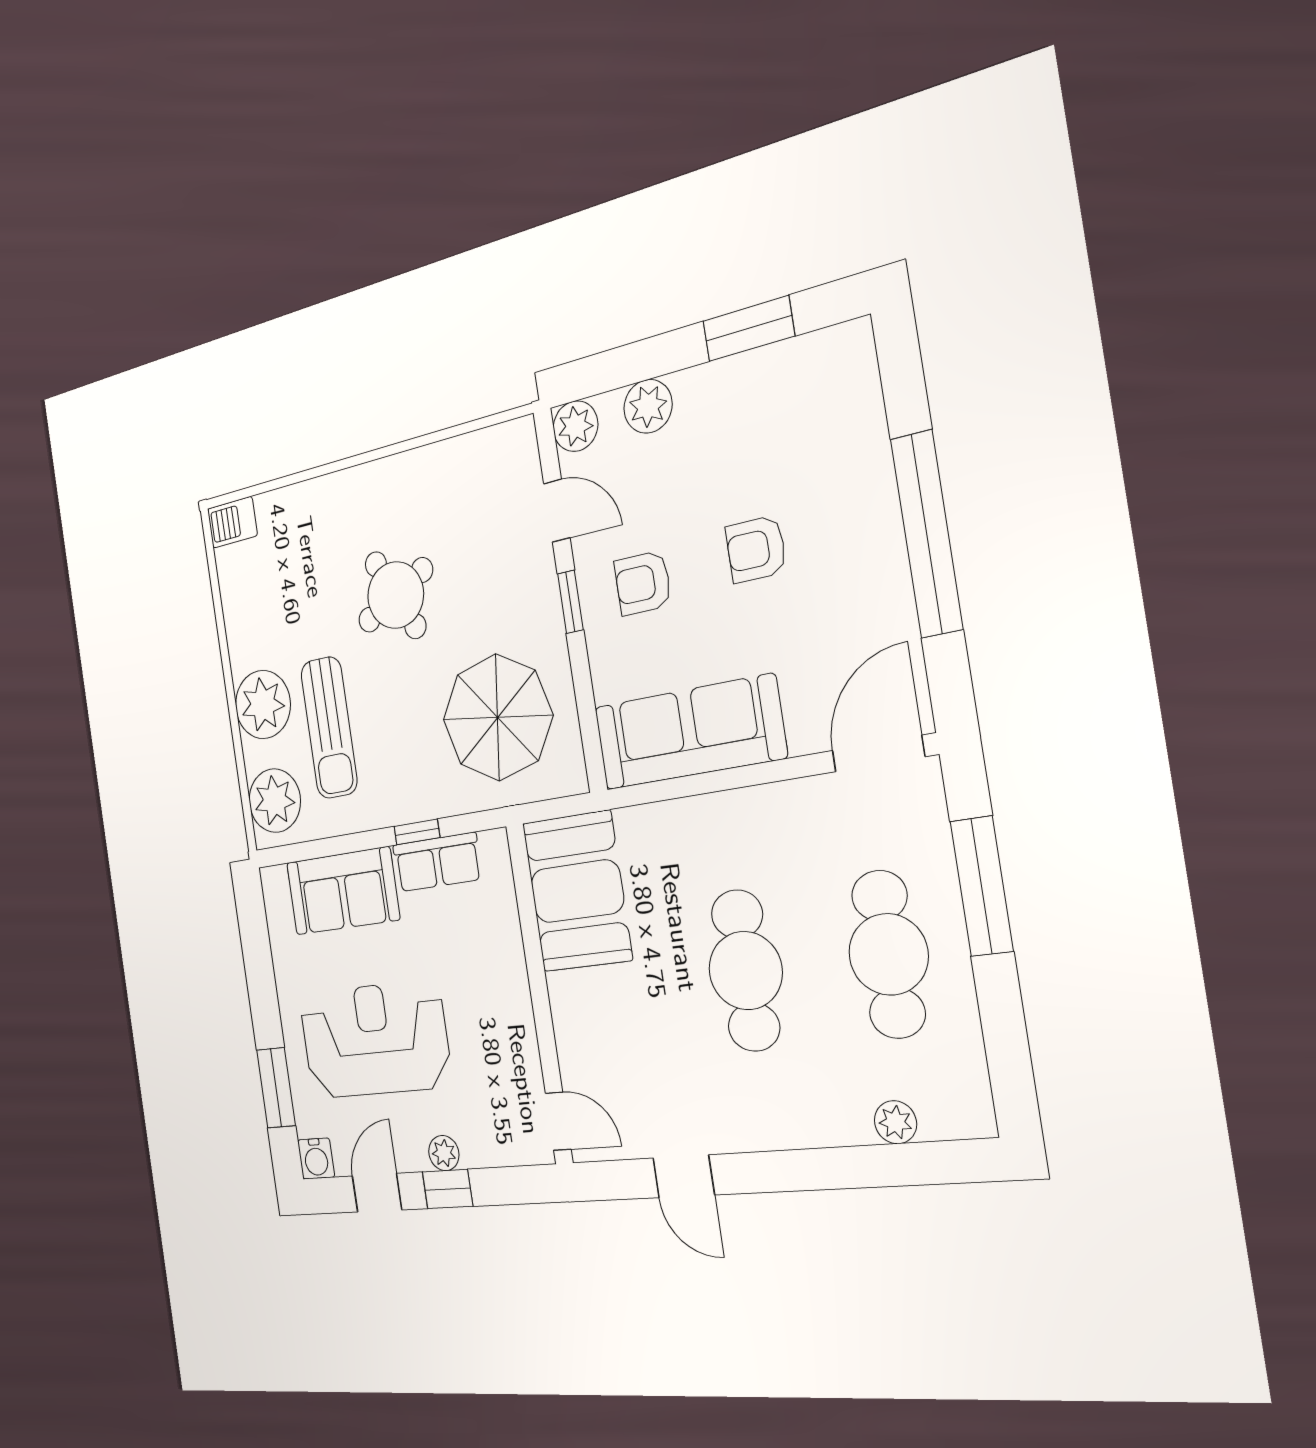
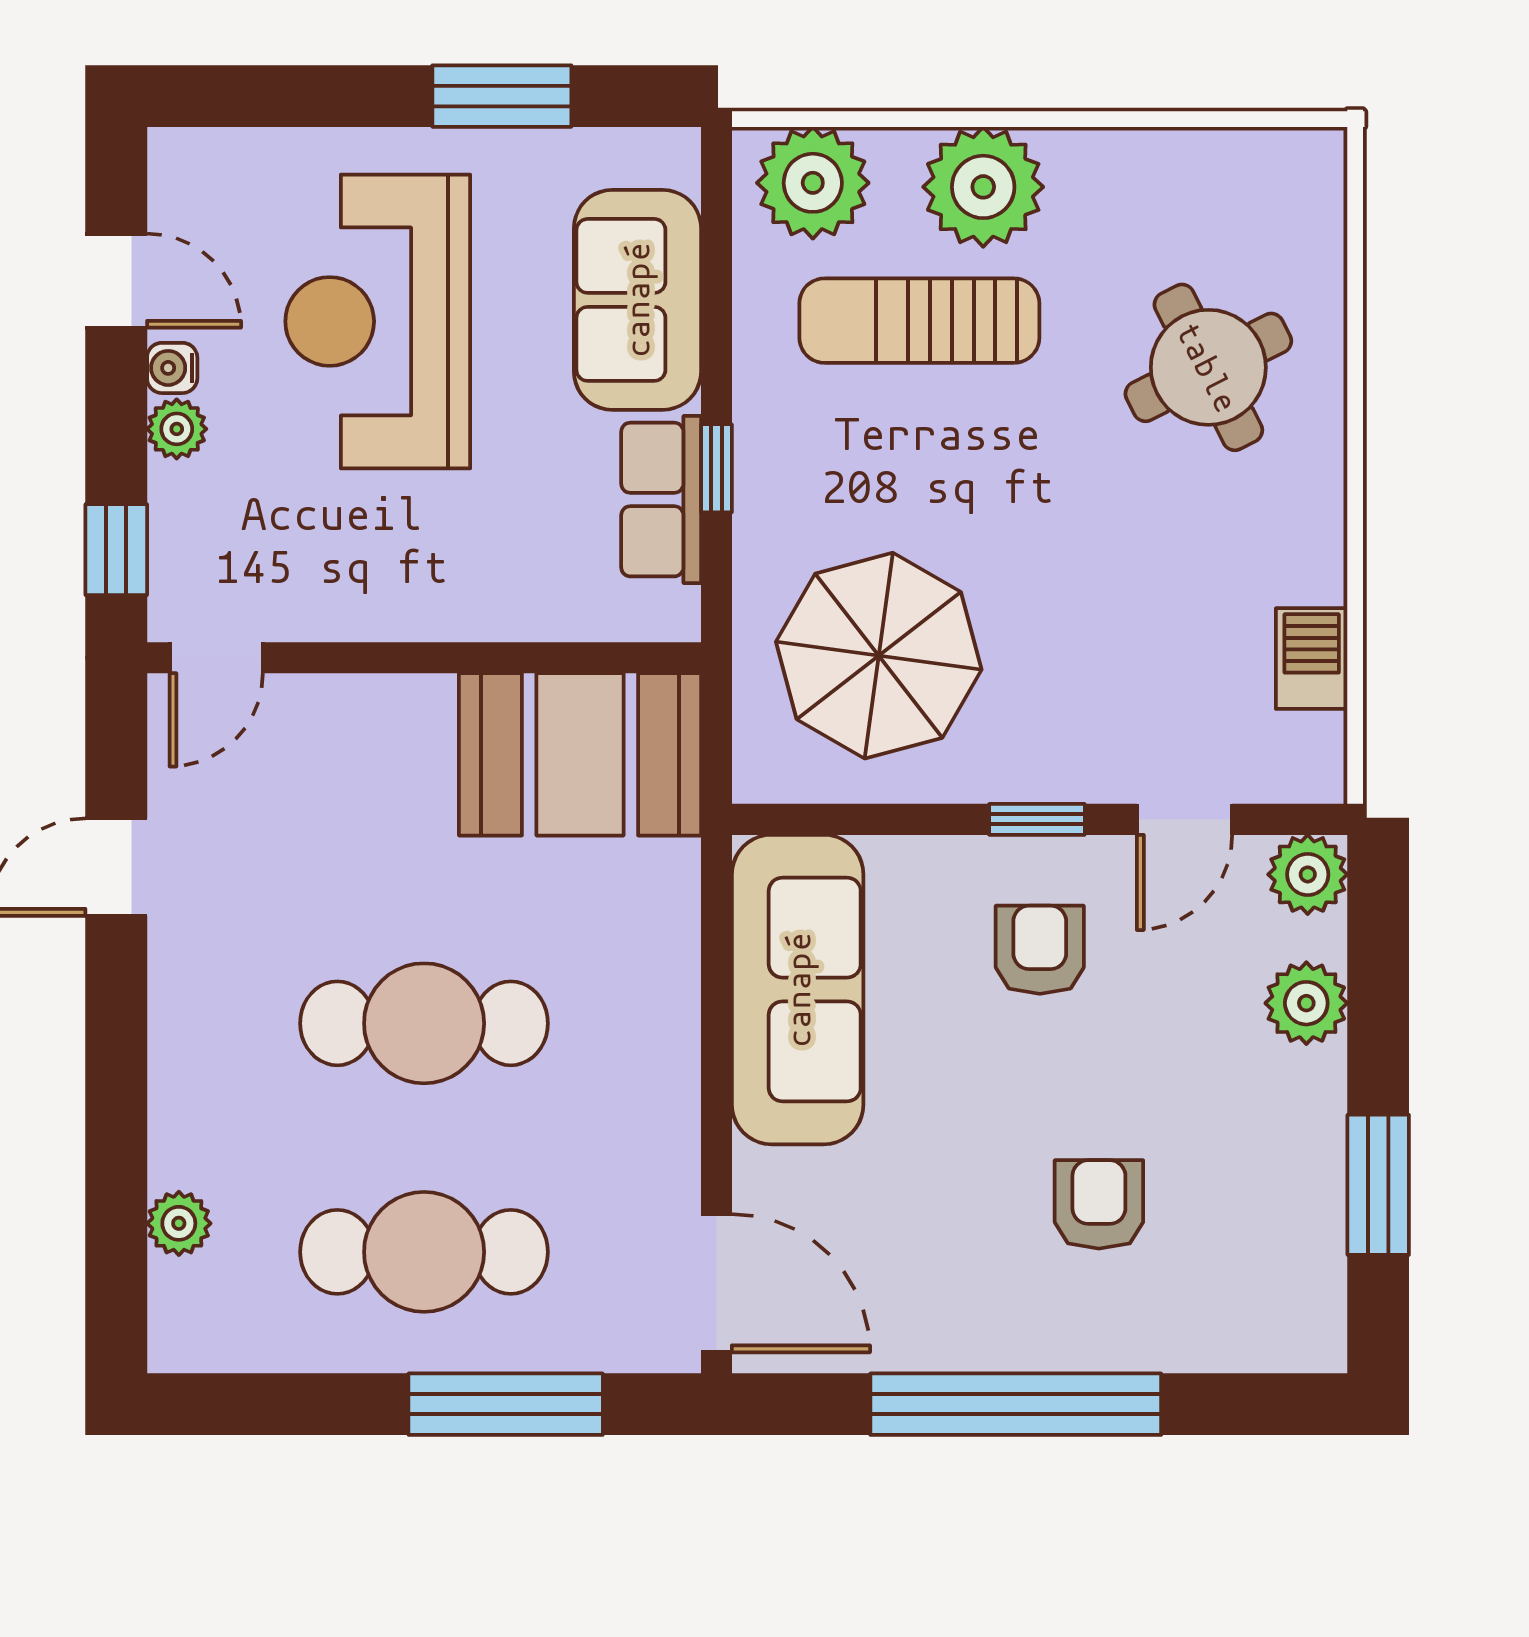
barbecue: (232, 522) -> (1312, 659), moved
armchair: (756, 549) -> (1099, 1204), moved
round table: (396, 595) -> (1208, 367), moved
reception desk: (374, 1040) -> (378, 321), turned 180
window: (276, 1088) -> (502, 96), moved
water cooler: (316, 1159) -> (172, 368), moved, width x0.72, depth x0.72
window: (448, 1189) -> (116, 550), moved

